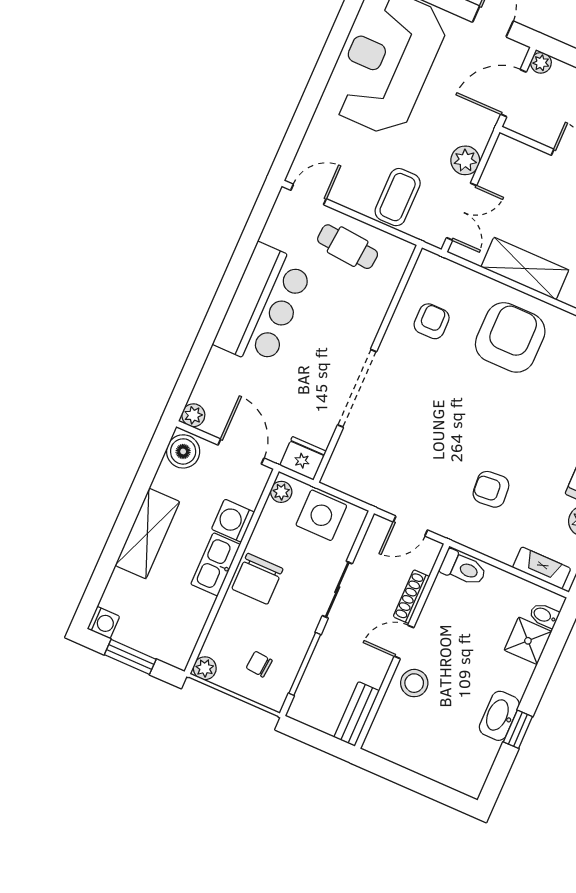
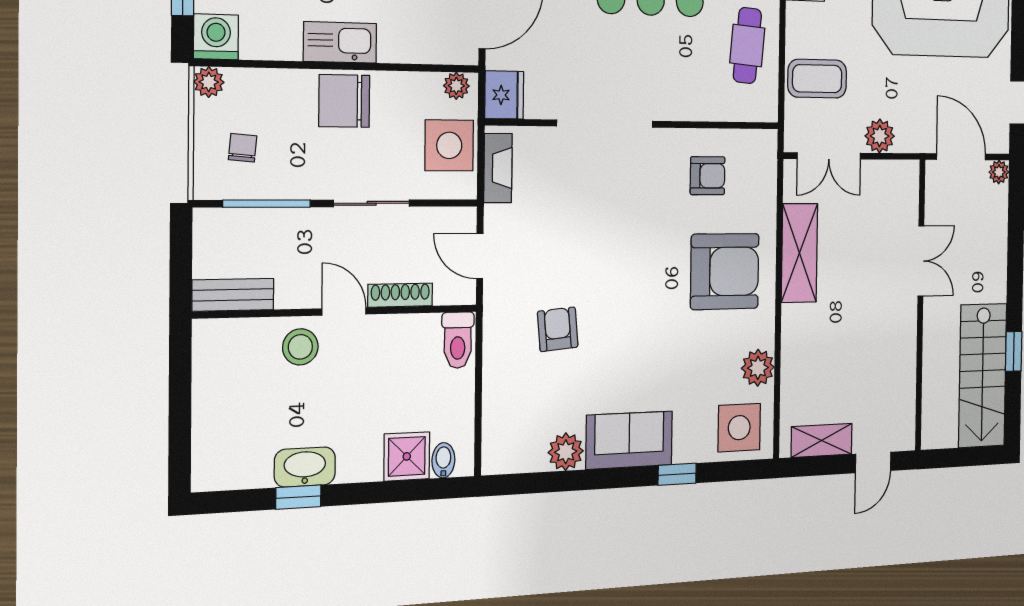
washing machine: (233, 521) -> (216, 37), moved
fireplace: (542, 568) -> (498, 168), moved

